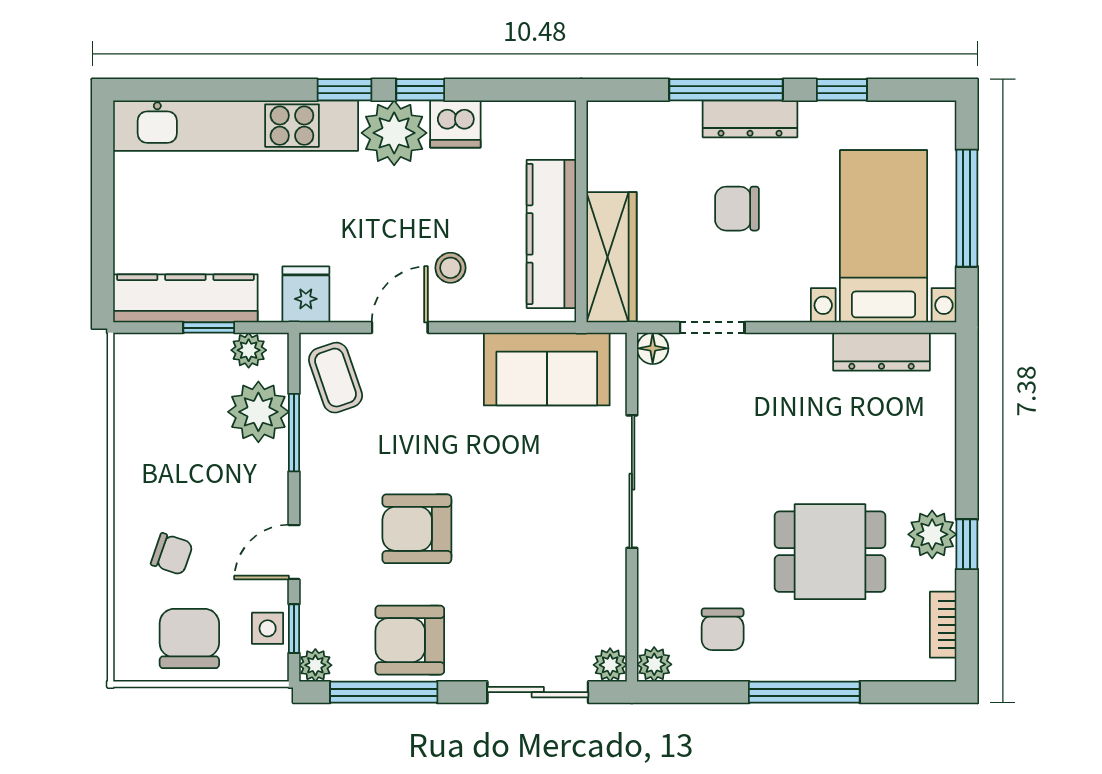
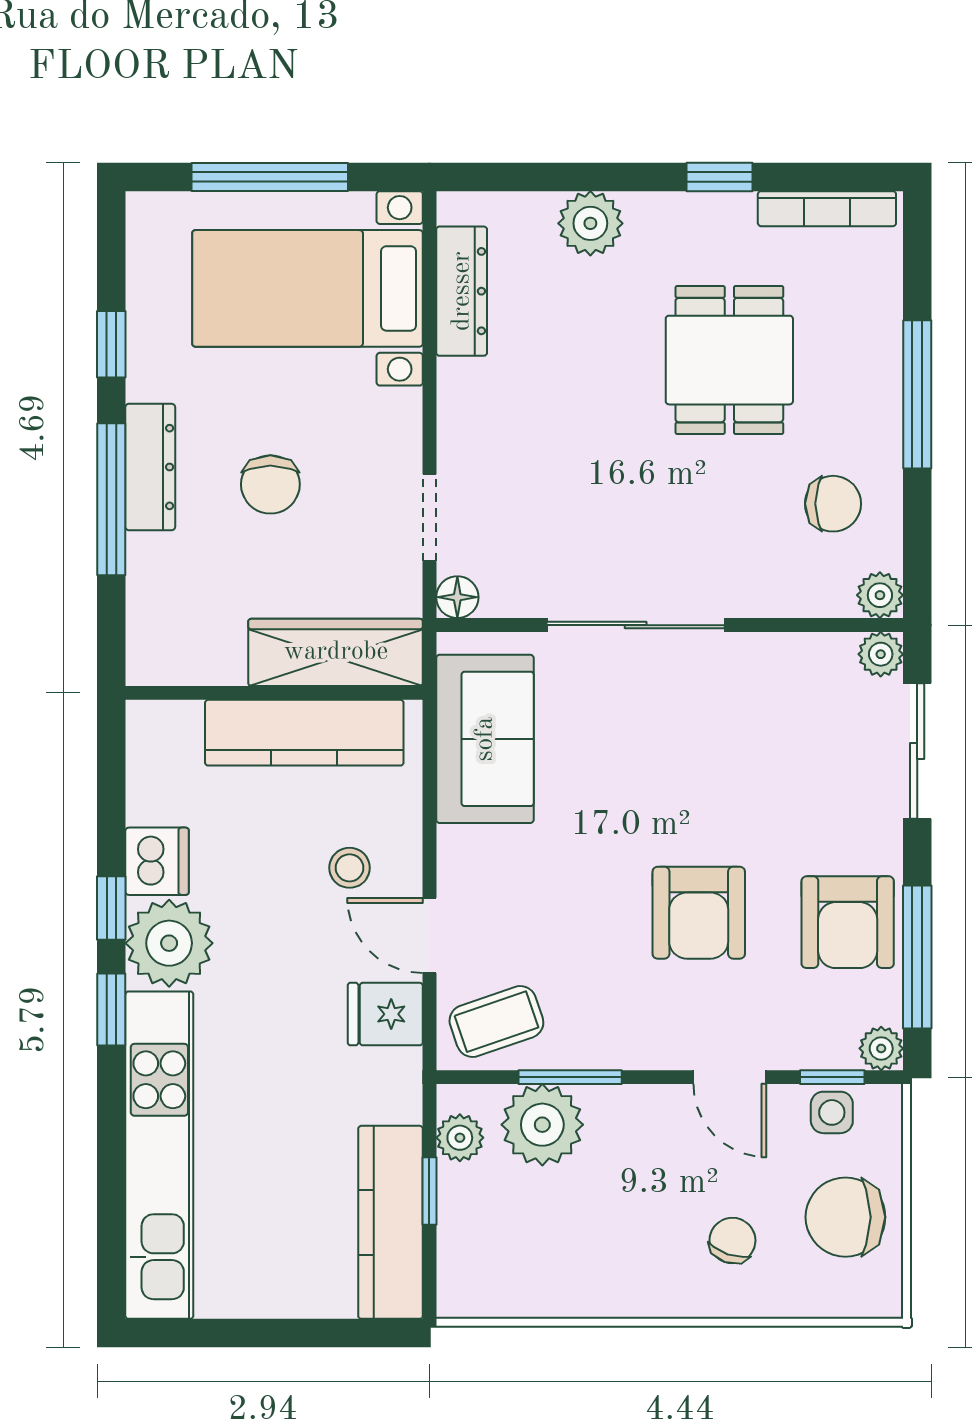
fridge: (306, 294) -> (385, 1014), moved
plant: (932, 534) -> (590, 223), moved
bookcase: (943, 625) -> (827, 209), width x1.56

